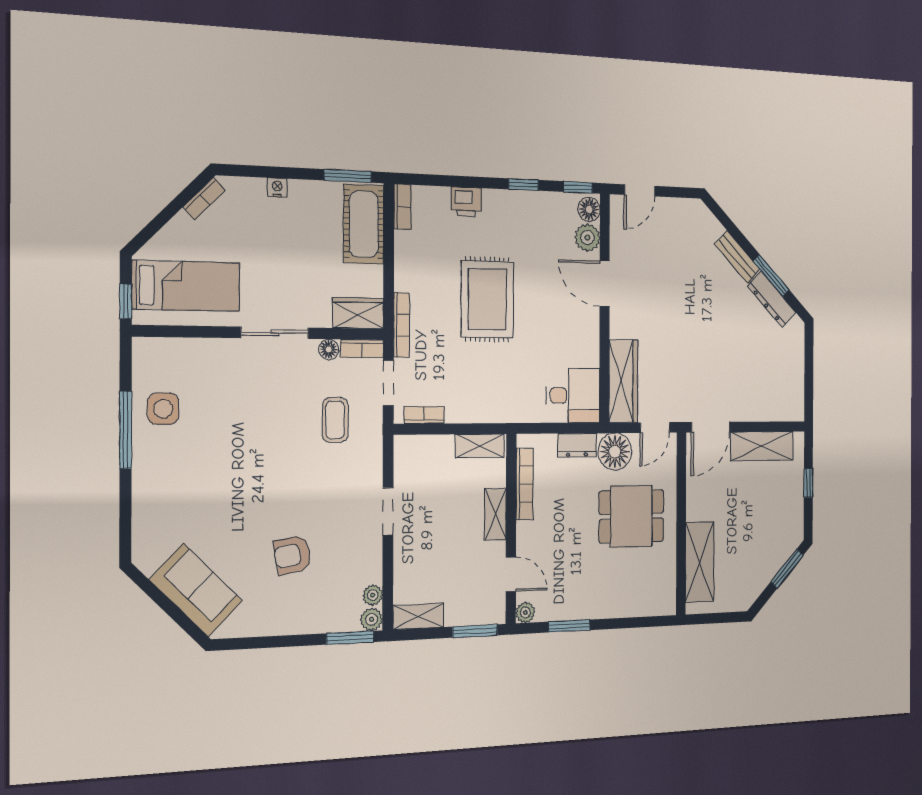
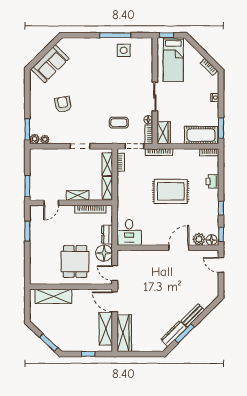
wardrobe: (623, 381) -> (124, 333), moved, turned -90
plant: (525, 613) -> (34, 210), removed
shelving: (419, 616) -> (107, 164), moved

